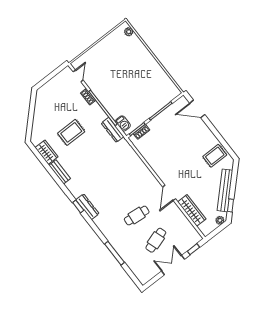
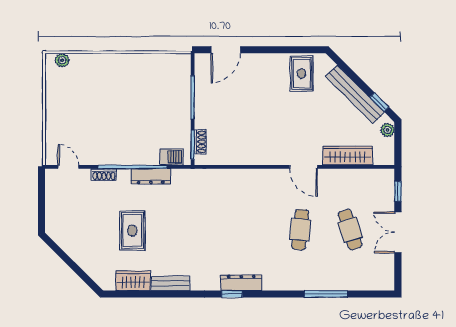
dresser: (113, 130) -> (151, 176), moved

